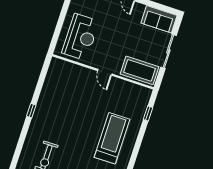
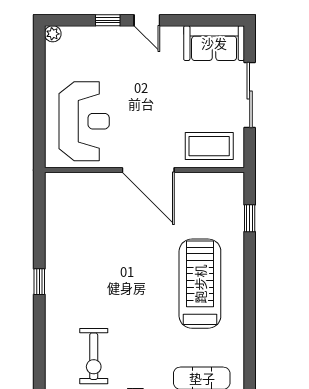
coffee table: (140, 70) -> (209, 146), width x0.73, depth x0.76
door: (105, 72) -> (148, 170), width x1.87

